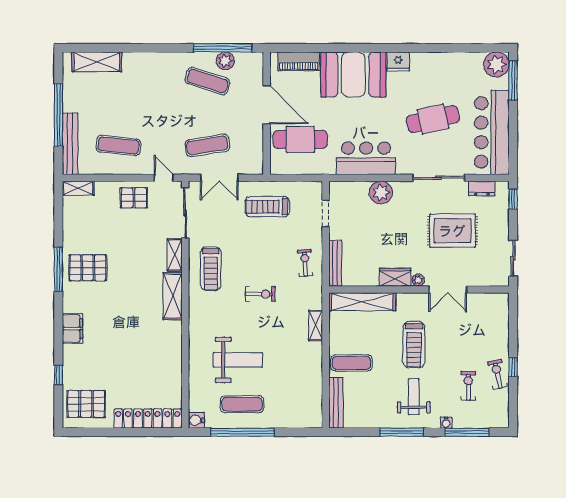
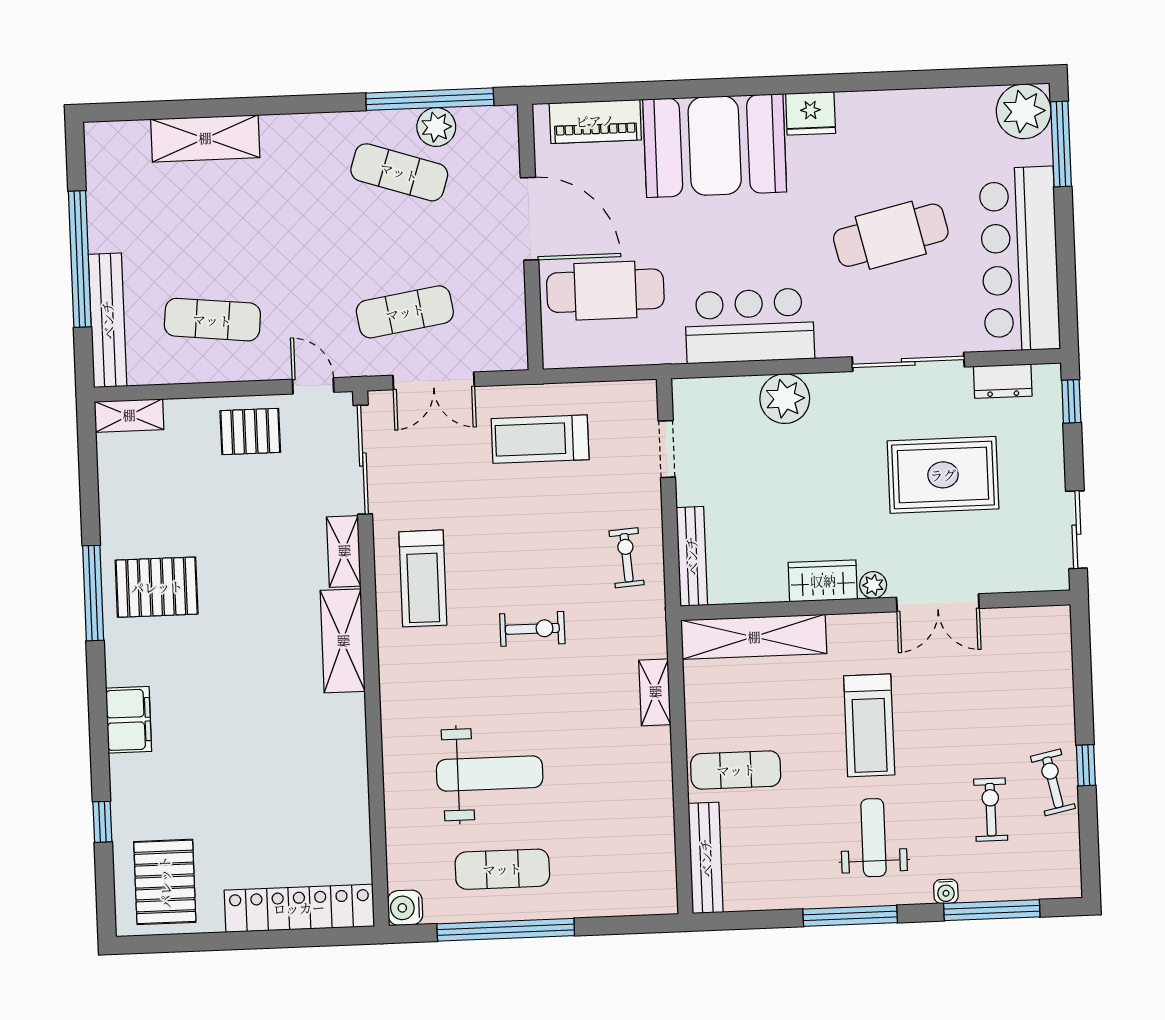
shelving: (97, 62) -> (205, 138), moved
pallet: (86, 404) -> (165, 882), turned 90

